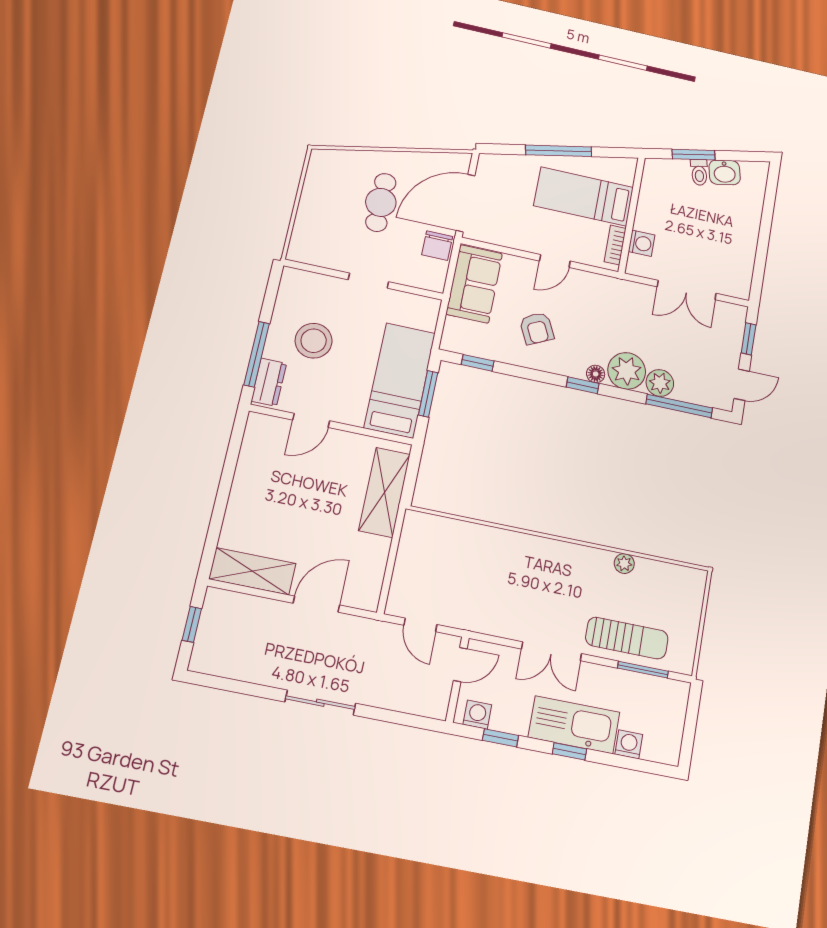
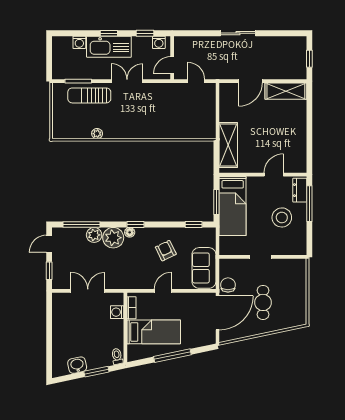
toilet: (699, 172) -> (117, 356), moved

